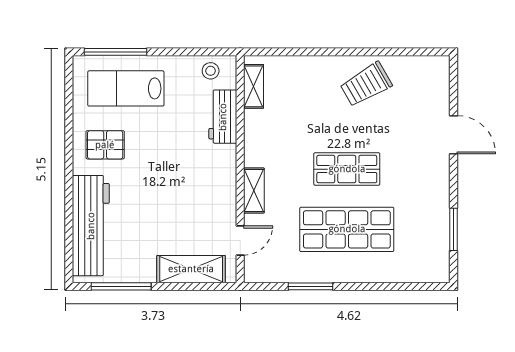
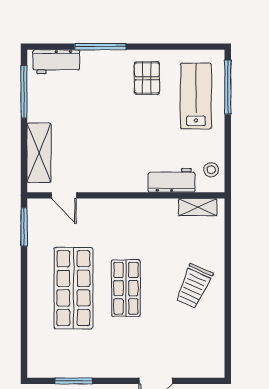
trolley: (366, 84) -> (194, 286), moved, turned -126
shelving: (254, 190) -> (107, 207), removed
window: (69, 199) -> (100, 47), added
workbench: (91, 226) -> (56, 62), width x0.53, depth x0.76
window: (311, 286) -> (24, 227), moved

